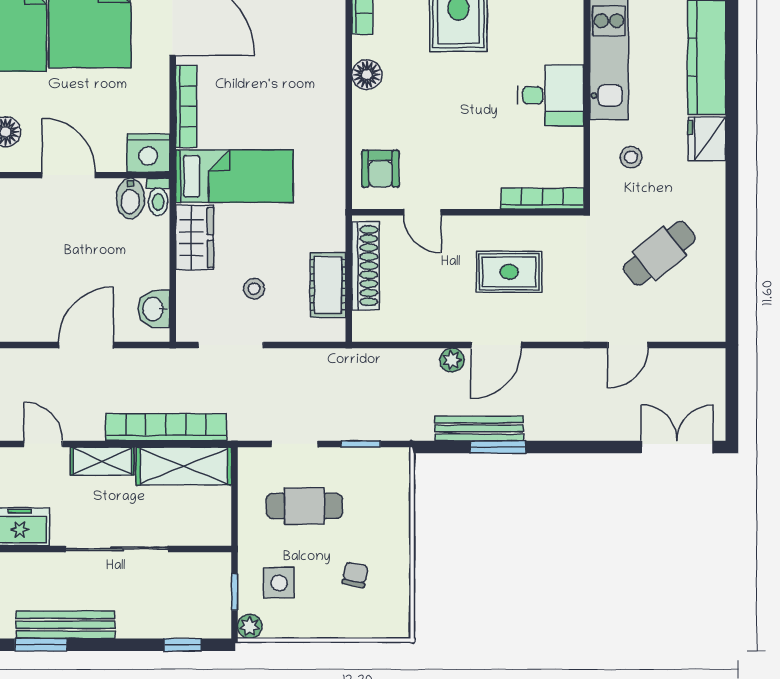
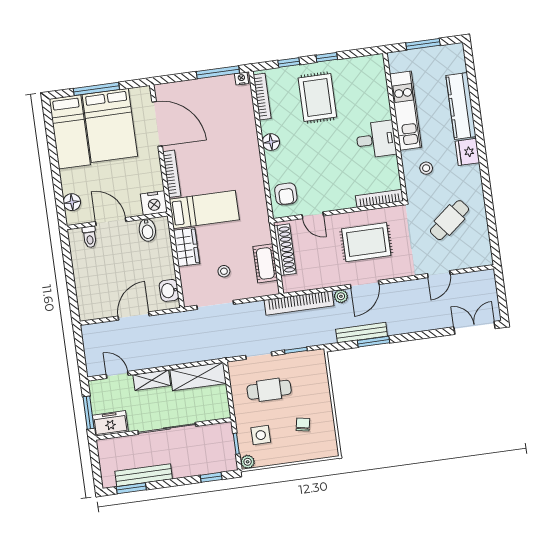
toilet: (158, 197) -> (90, 237), moved
rug: (509, 272) -> (366, 242), width x1.36, depth x1.43
bookcase: (166, 427) -> (299, 303), moved, turned 180

